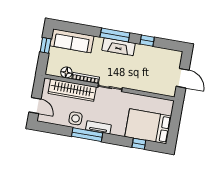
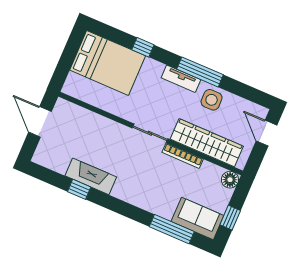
window: (115, 35) -> (172, 229), moved
sofa: (72, 41) -> (197, 218), width x0.73
fireplace: (119, 47) -> (91, 176), moved
floor lamp: (66, 72) -> (230, 180), moved
window: (139, 144) -> (143, 47), moved

